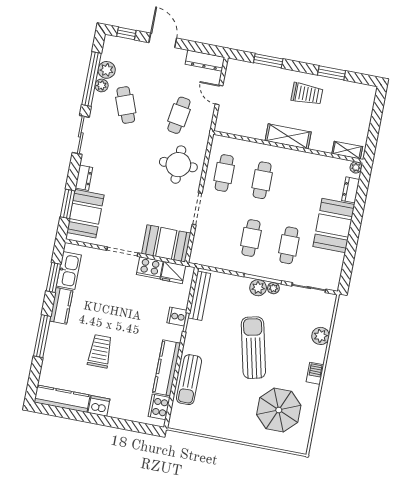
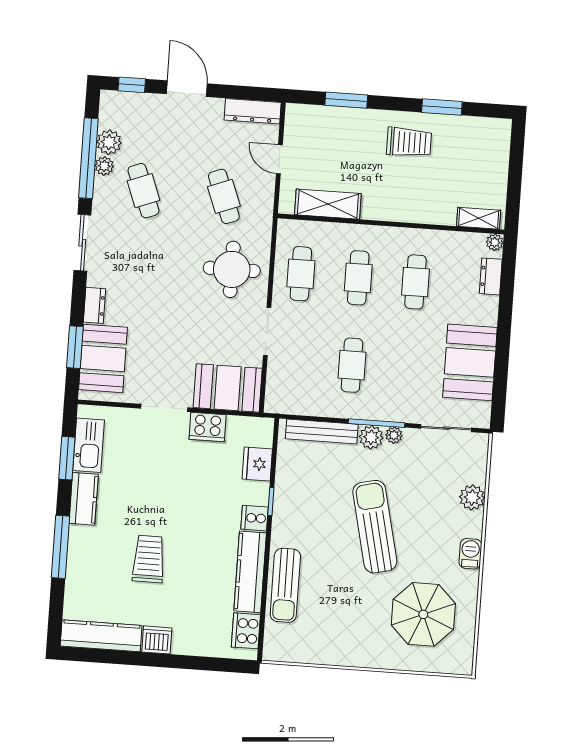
cafe table: (179, 115) -> (224, 196), turned -30
shelving: (288, 136) -> (328, 204), moved
booth: (334, 225) -> (470, 362), moved
cafe table: (289, 245) -> (415, 282), moved
fridge: (173, 273) -> (257, 464), moved, turned 90
bench: (200, 296) -> (322, 432), moved, turned 90
cooker: (177, 317) -> (255, 518), moved

